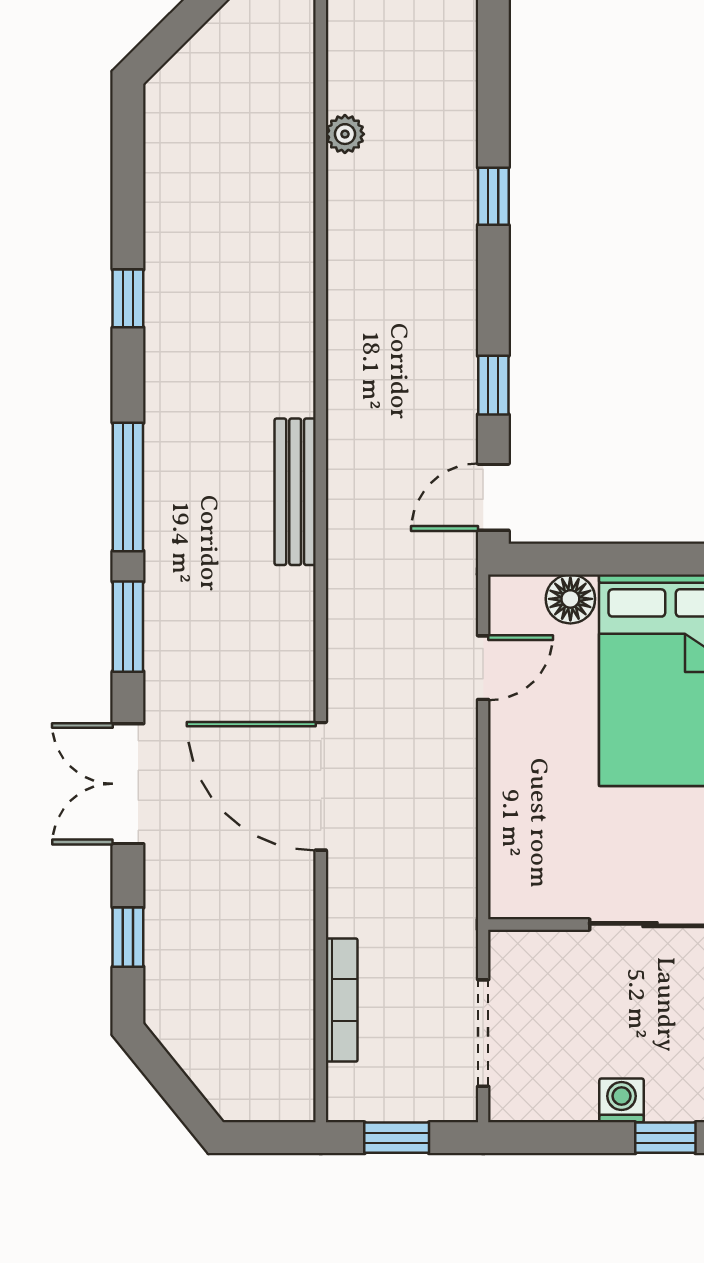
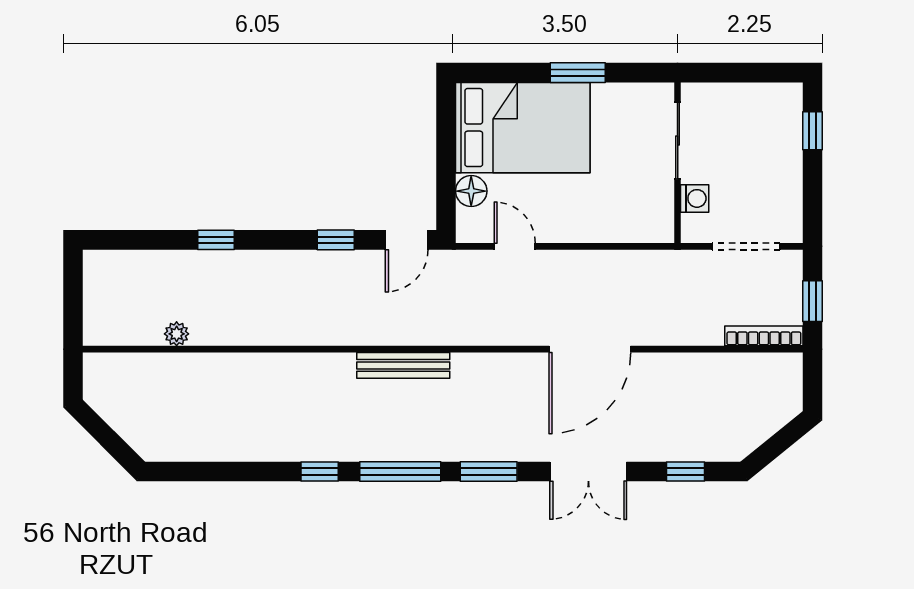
window: (128, 298) -> (320, 471), moved
door: (493, 497) -> (407, 240), hinge flipped
bookcase: (342, 1000) -> (764, 336), moved
washing machine: (622, 1100) -> (695, 198), moved, turned 180

